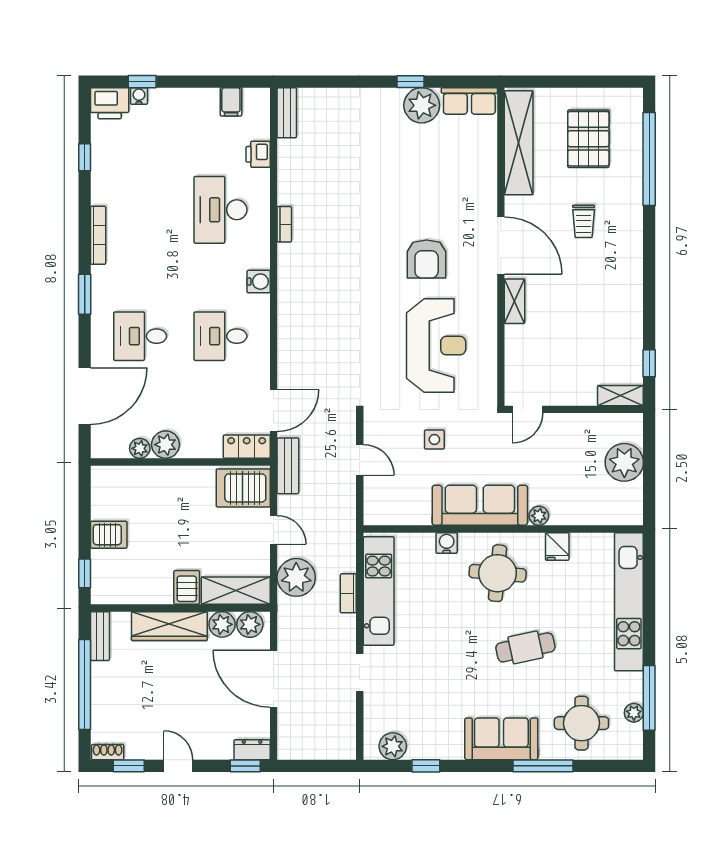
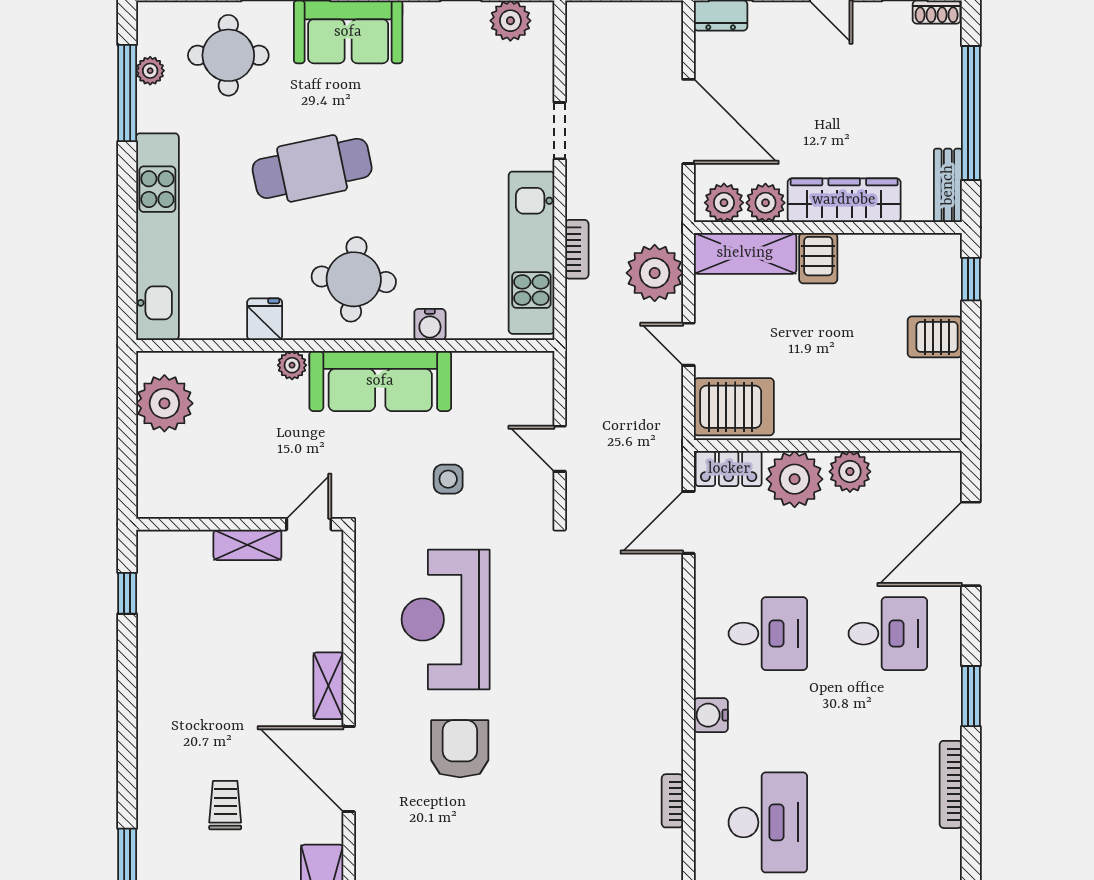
shelving: (620, 396) -> (247, 545), moved
plant: (140, 448) -> (795, 479), moved, width x1.87, depth x1.87
plant: (624, 462) -> (164, 403), moved
bench: (288, 466) -> (667, 440), removed
cafe table: (525, 647) -> (312, 168), width x1.37, depth x1.35

